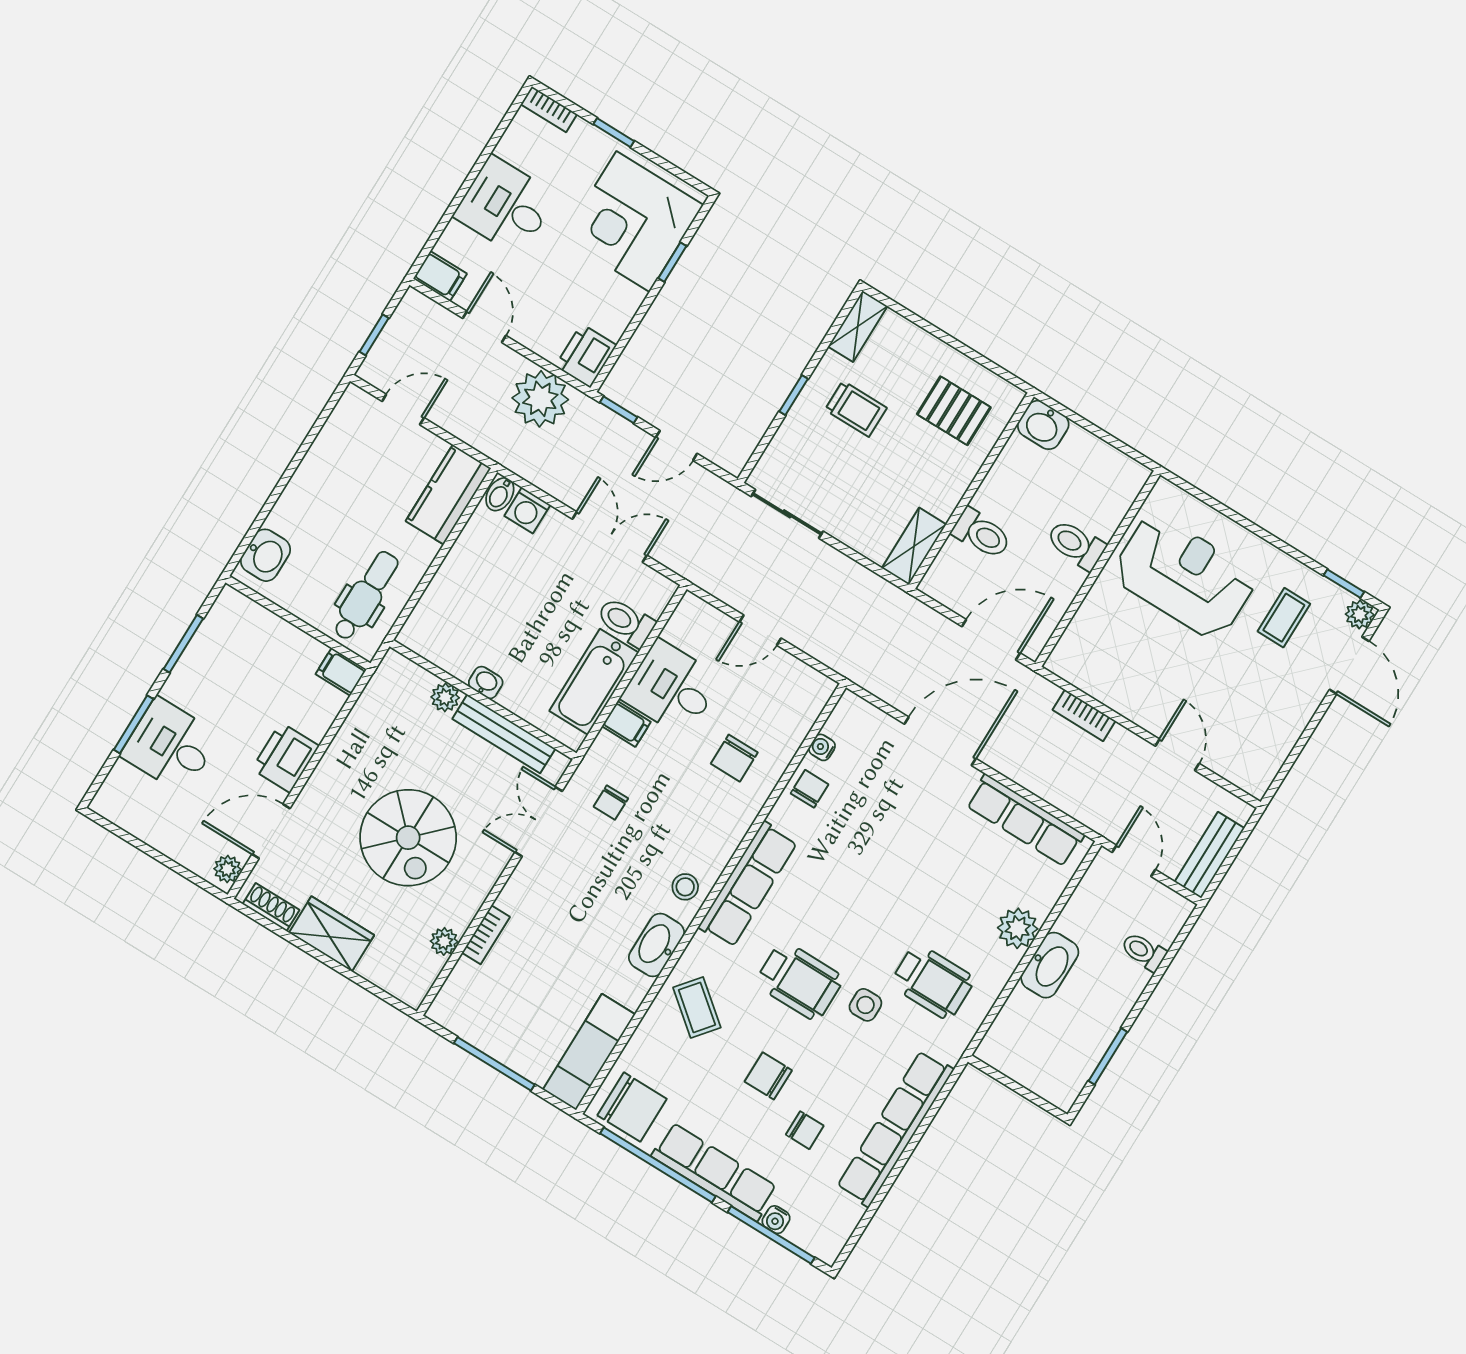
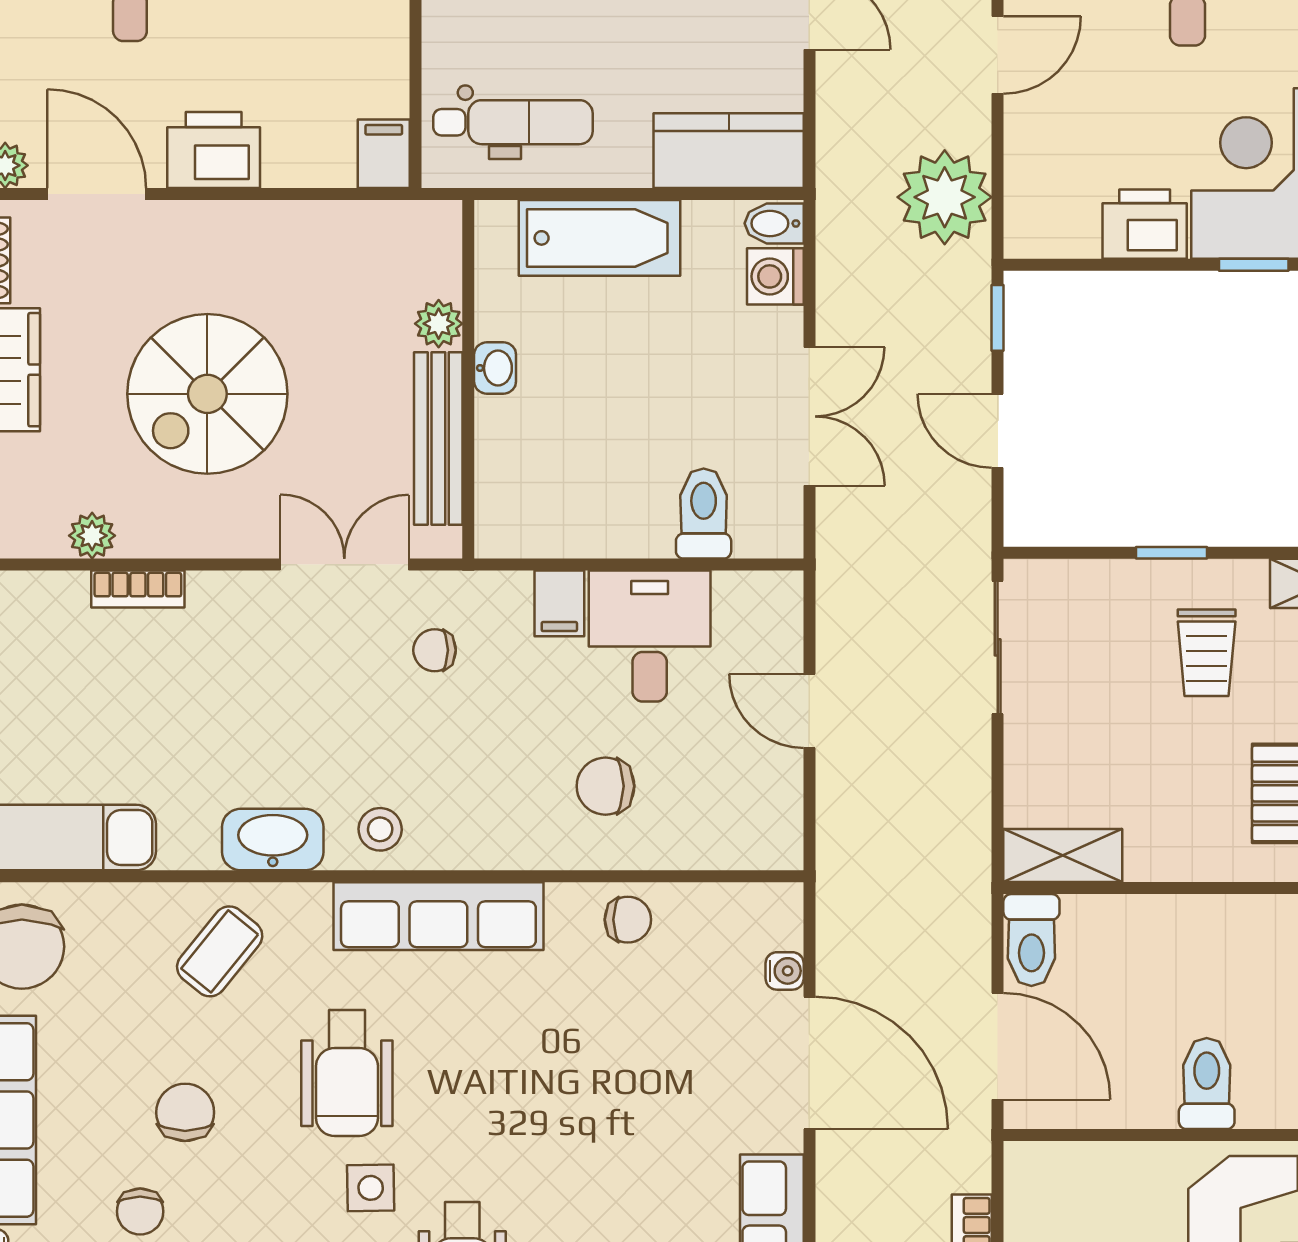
printer: (586, 356) -> (1145, 224), moved
toilet: (981, 534) -> (1031, 940), moved
bathtub: (594, 682) -> (600, 238), moved, turned 180
water cooler: (822, 747) -> (785, 971), moved, turned 90

